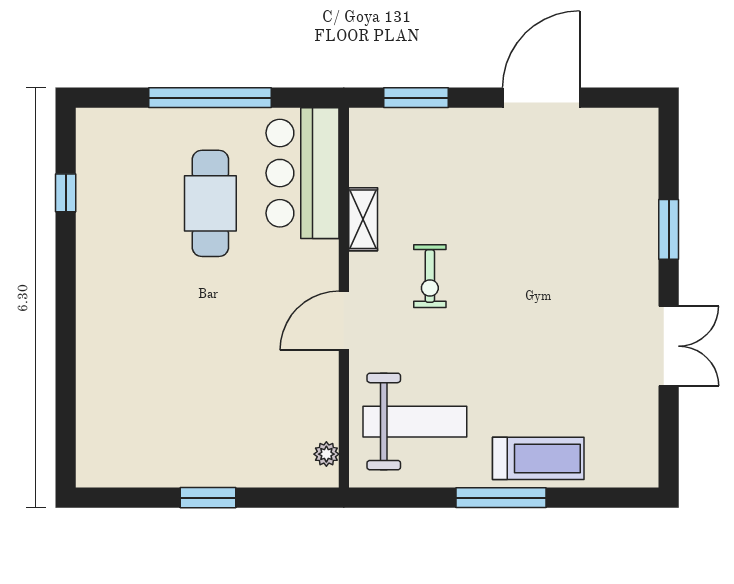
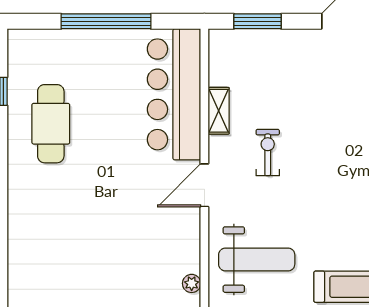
bar counter: (302, 173) -> (174, 94), width x1.36
cafe table: (210, 203) -> (51, 124), moved
exercise bike: (430, 276) -> (268, 153), turned 180

